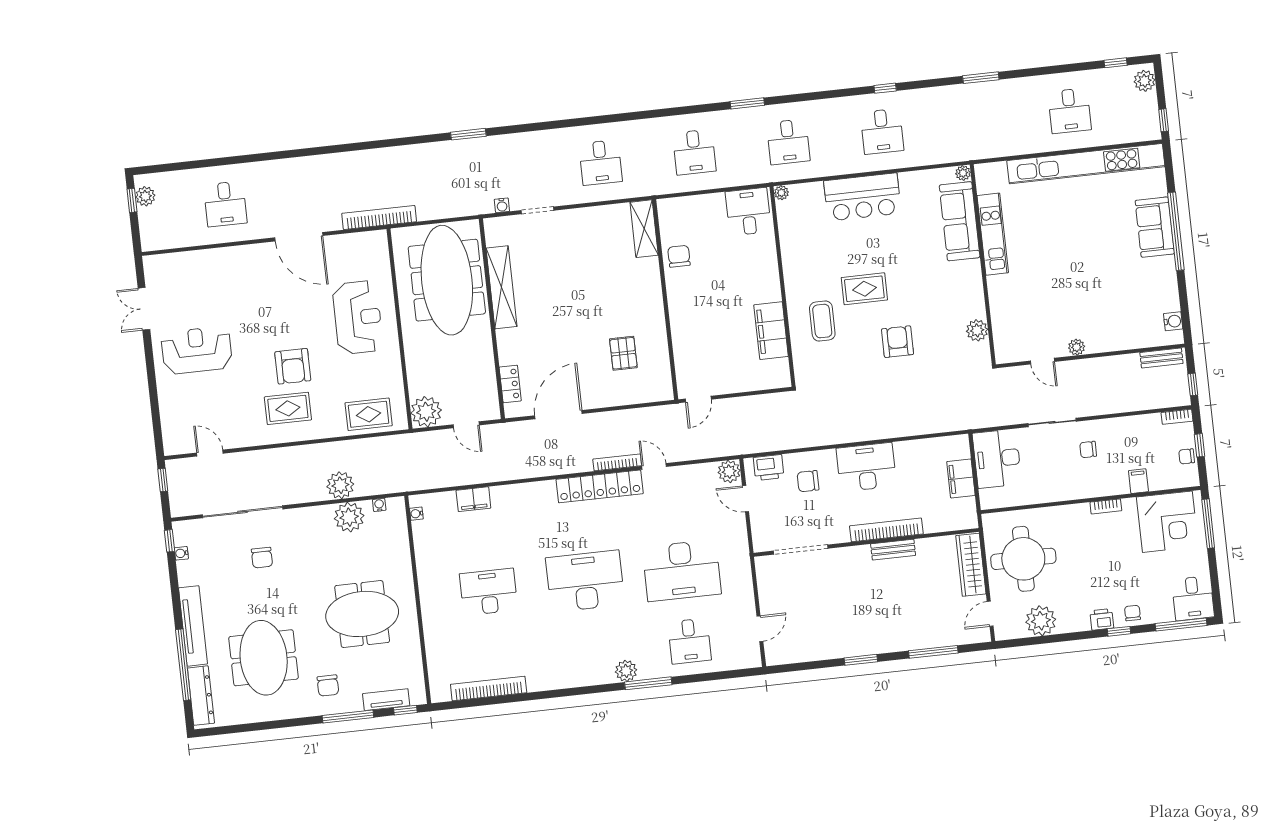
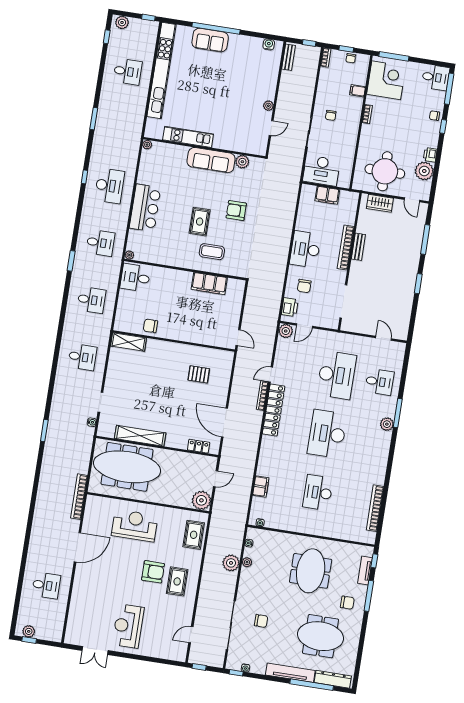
desk: (882, 131) -> (109, 186), width x1.37
sofa: (960, 221) -> (211, 160), moved
plant: (349, 517) -> (247, 562), width x0.53, depth x0.53
wardrobe: (971, 565) -> (380, 203), width x0.67
printer: (1102, 619) -> (430, 155), moved

